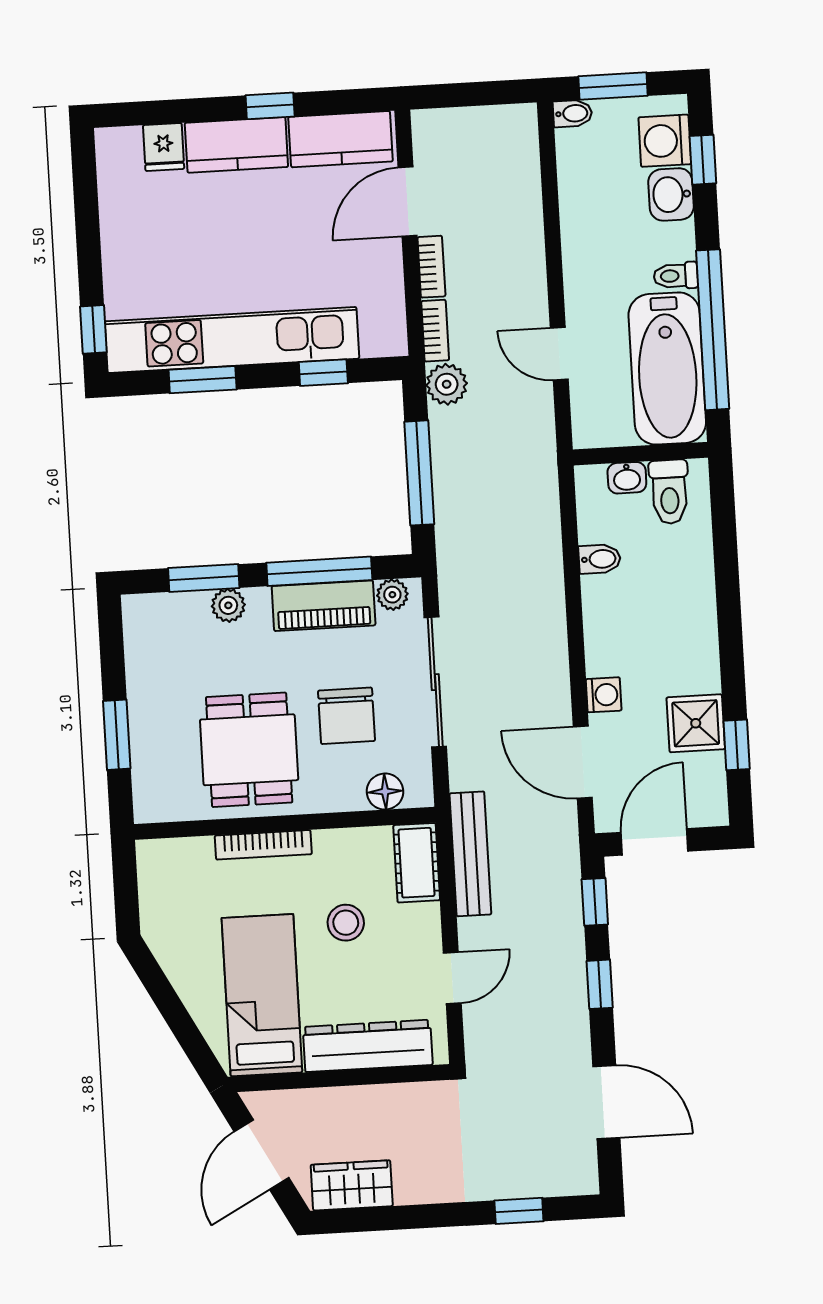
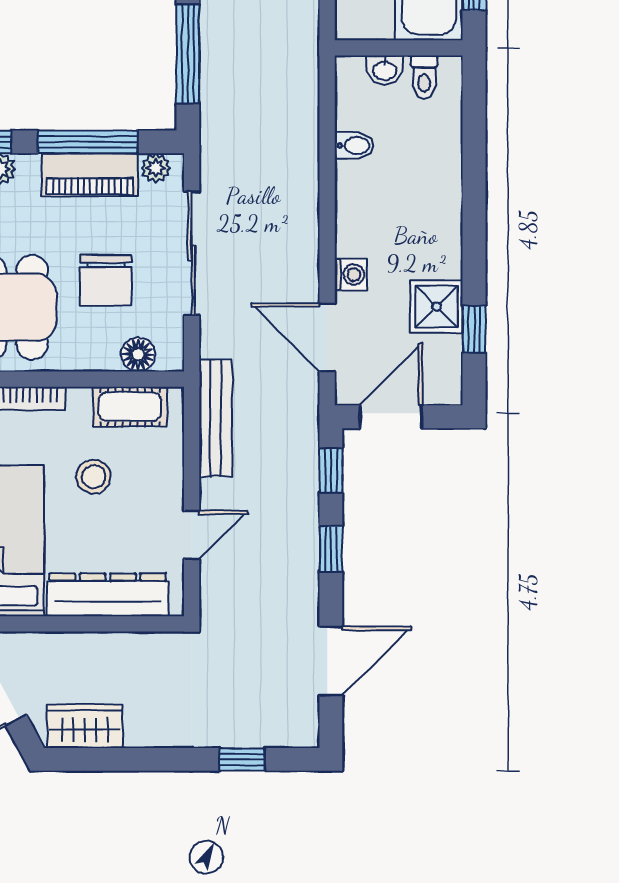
toilet: (669, 492) -> (424, 77), width x0.73, depth x0.72
cot: (417, 863) -> (130, 407), moved, turned 90
door: (606, 1102) -> (331, 661), hinge flipped

